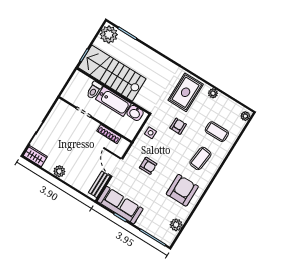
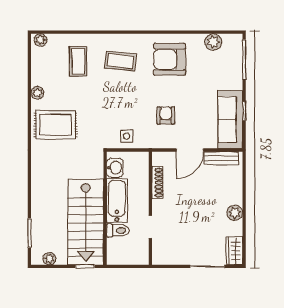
plant: (109, 34) -> (49, 259), width x0.53, depth x0.53
armchair: (178, 126) -> (99, 109), removed

